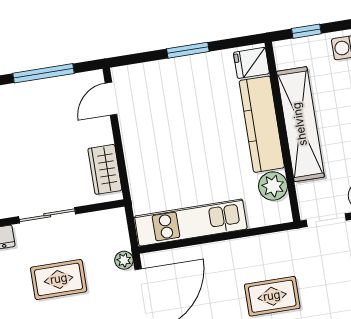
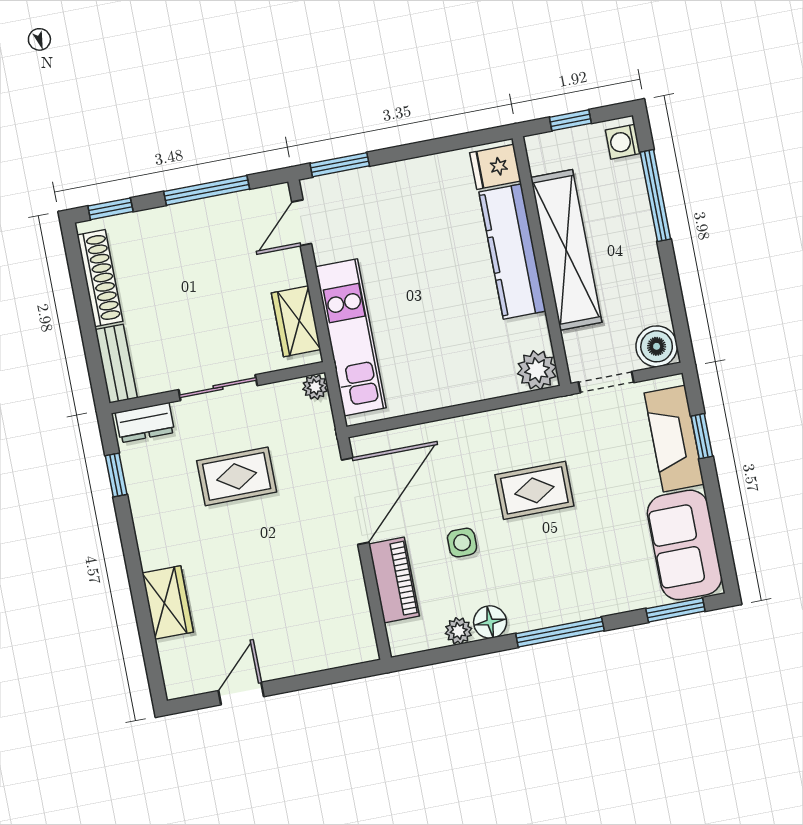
window: (188, 50) -> (340, 165), moved
plant: (273, 186) -> (537, 370), moved
kitchen unit: (191, 223) -> (351, 337), moved, turned 90
plant: (124, 260) -> (315, 387), moved

